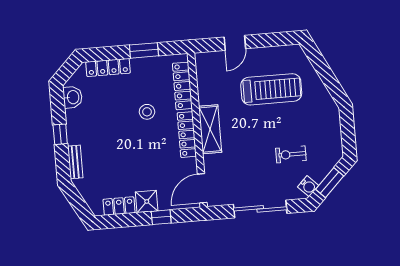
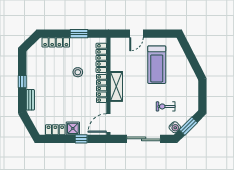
treadmill: (271, 89) -> (157, 65), turned 90
washbasin: (73, 97) -> (32, 59), removed

